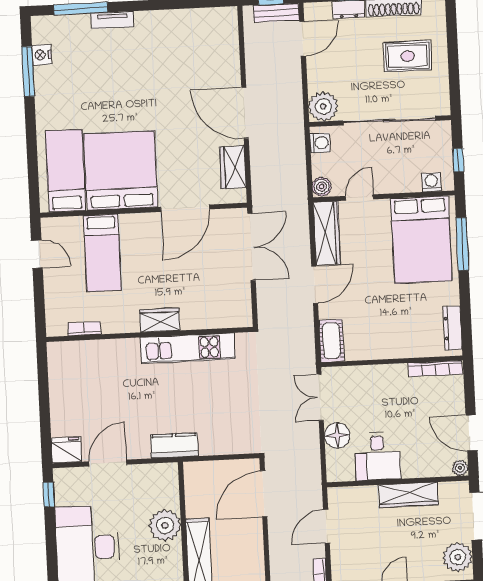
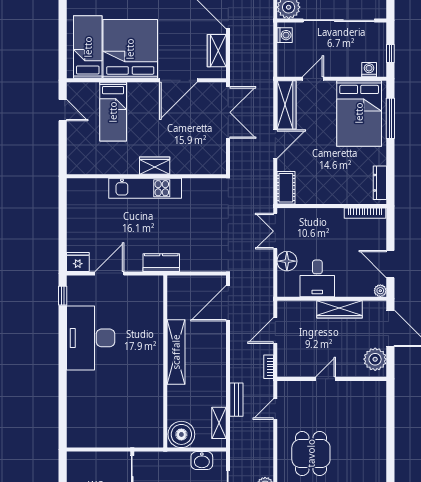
boiler: (322, 187) -> (284, 69), removed
bookcase: (84, 329) -> (96, 169), removed
kitchen unit: (188, 348) -> (145, 188), moved
plant: (165, 525) -> (151, 324), removed

